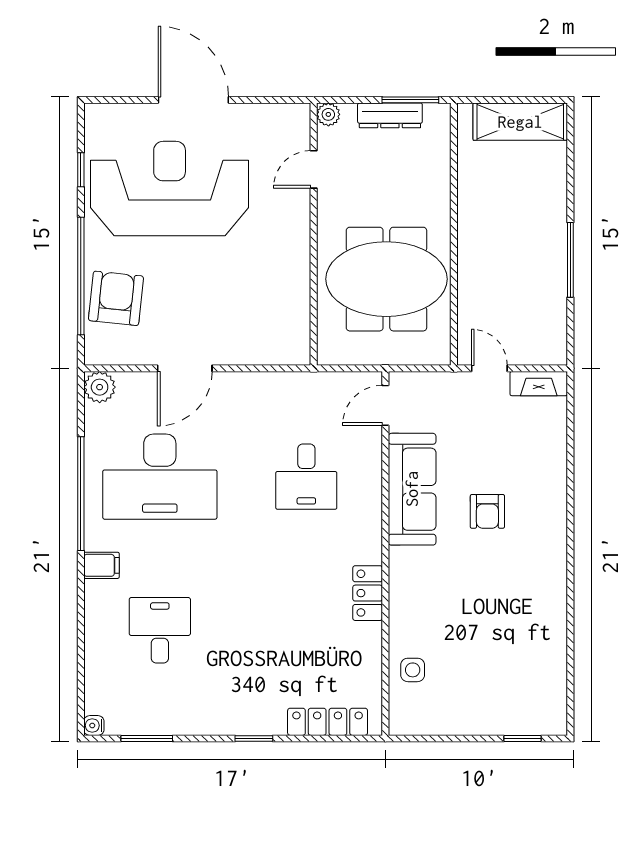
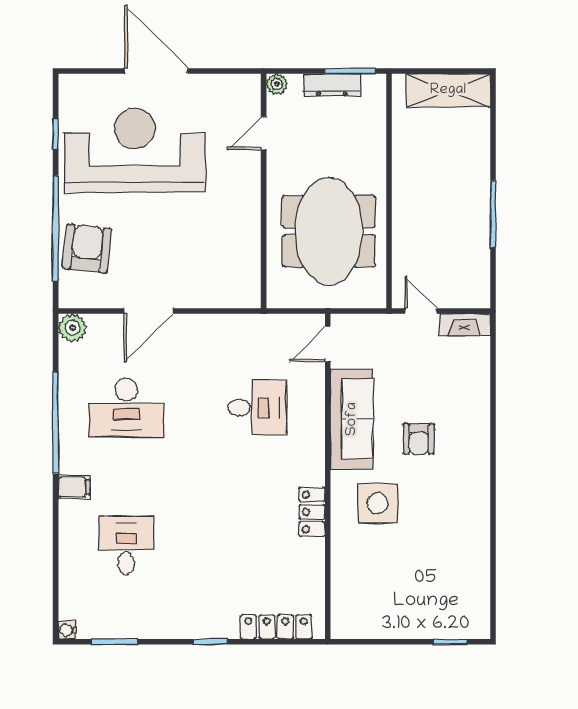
meeting table: (386, 279) -> (329, 231), turned 90
desk: (160, 477) -> (126, 408), width x0.73, depth x0.77
desk: (306, 477) -> (257, 408), turned -90
side table: (413, 670) -> (378, 503), moved, width x1.87, depth x1.87

